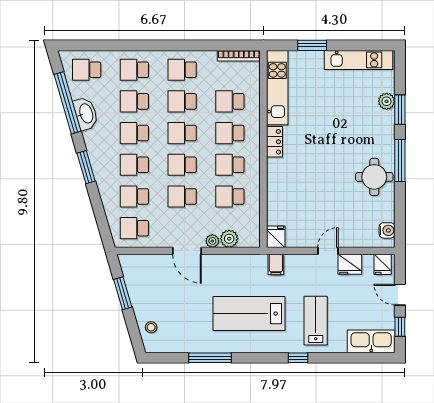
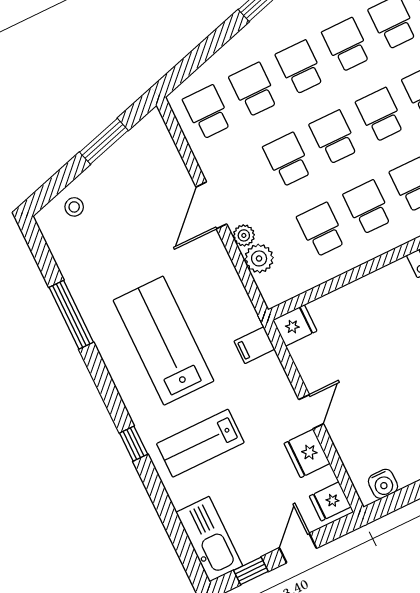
door: (328, 251) -> (311, 412), hinge flipped
lab bench: (316, 321) -> (200, 443), turned 180

